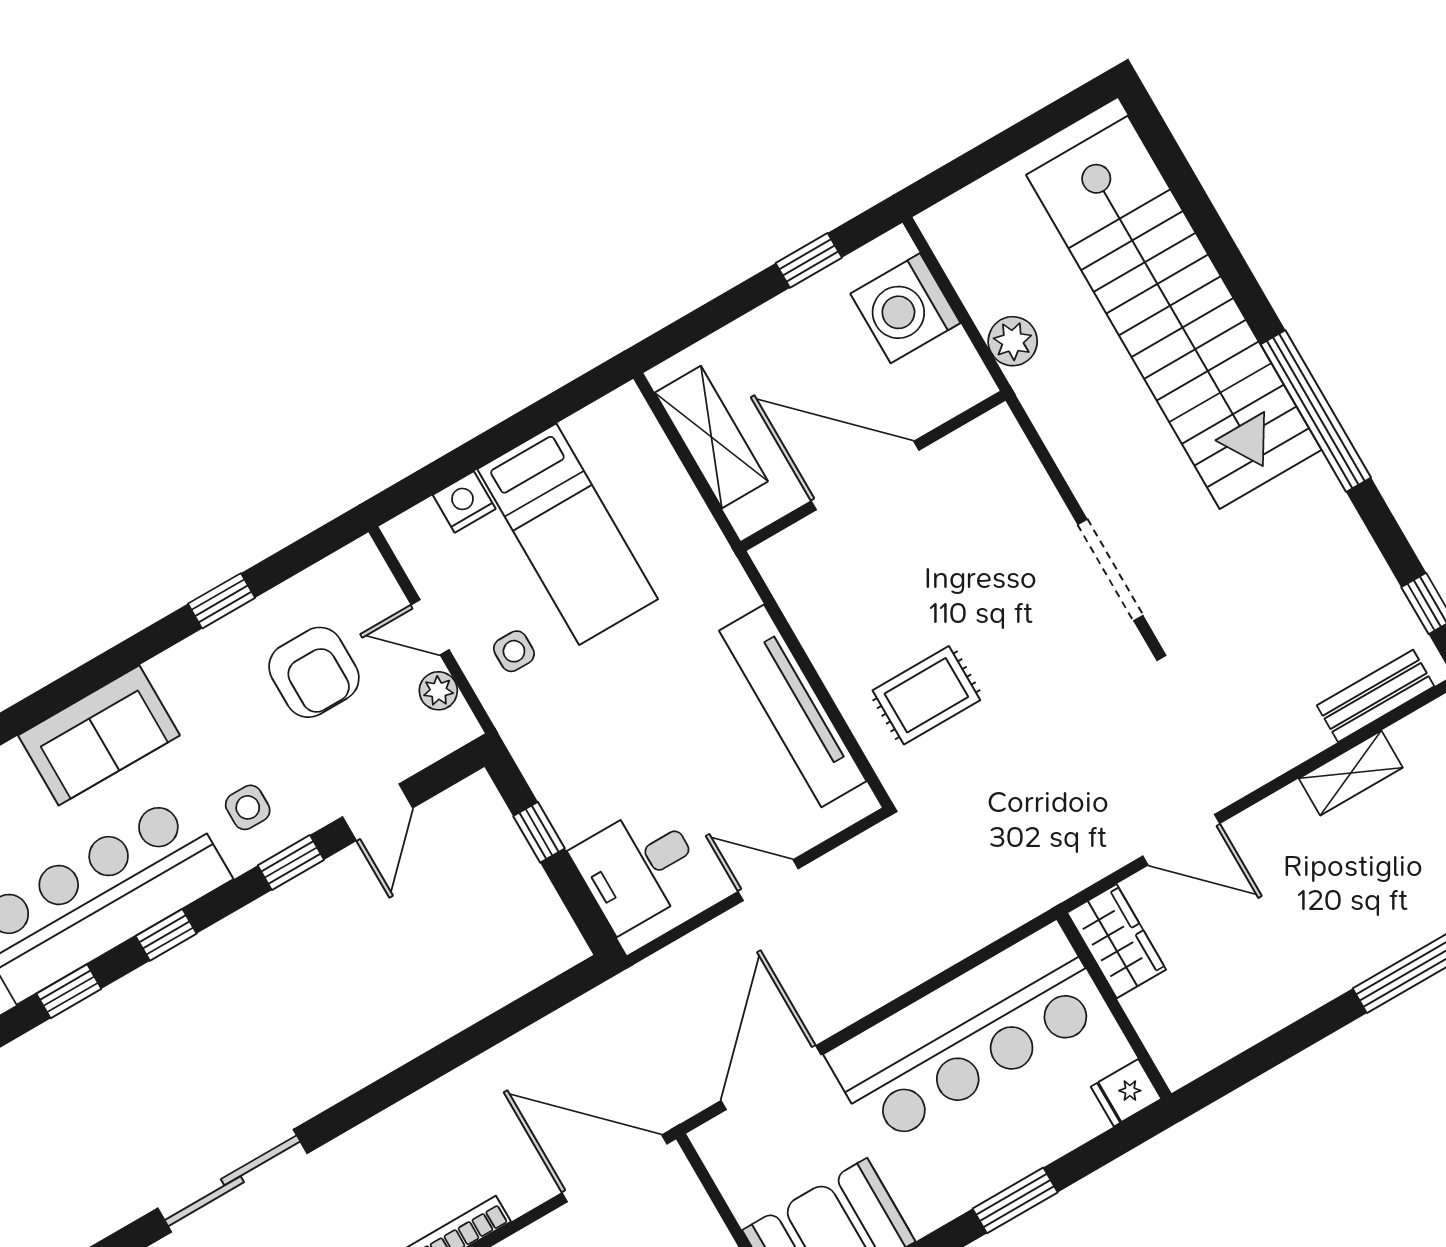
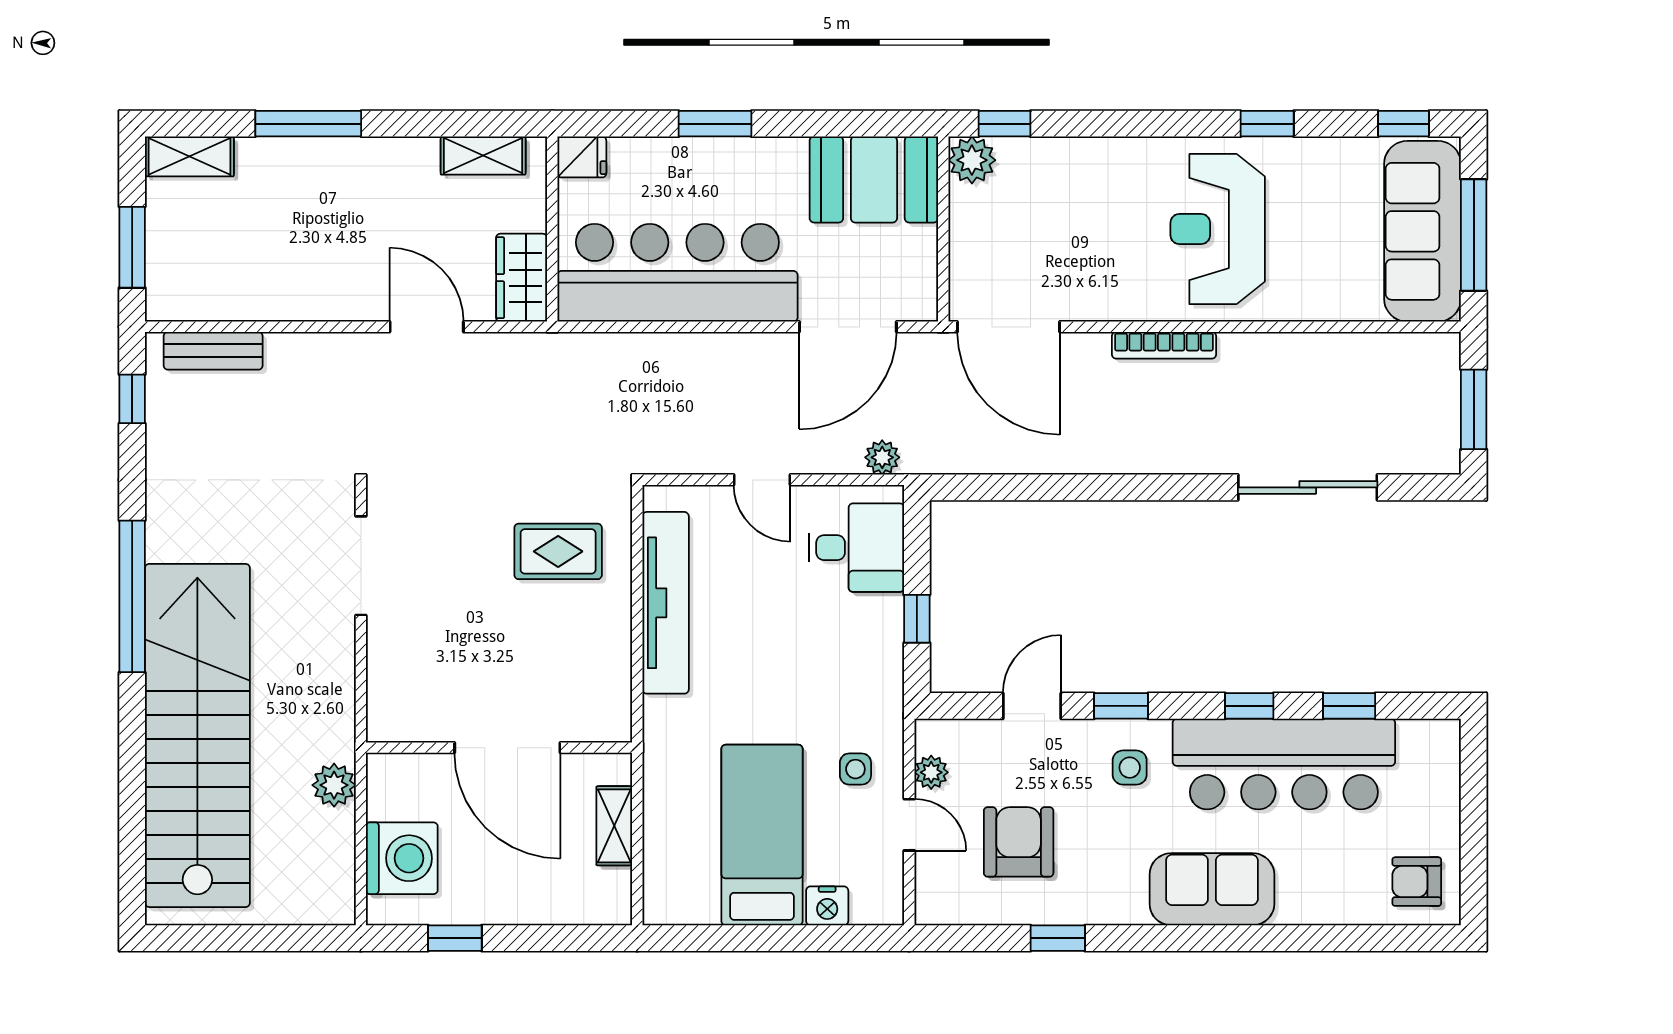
shelving: (711, 437) -> (614, 826), width x0.67, depth x0.75
shelving: (1351, 773) -> (483, 156), moved
plant: (664, 970) -> (882, 457), added

